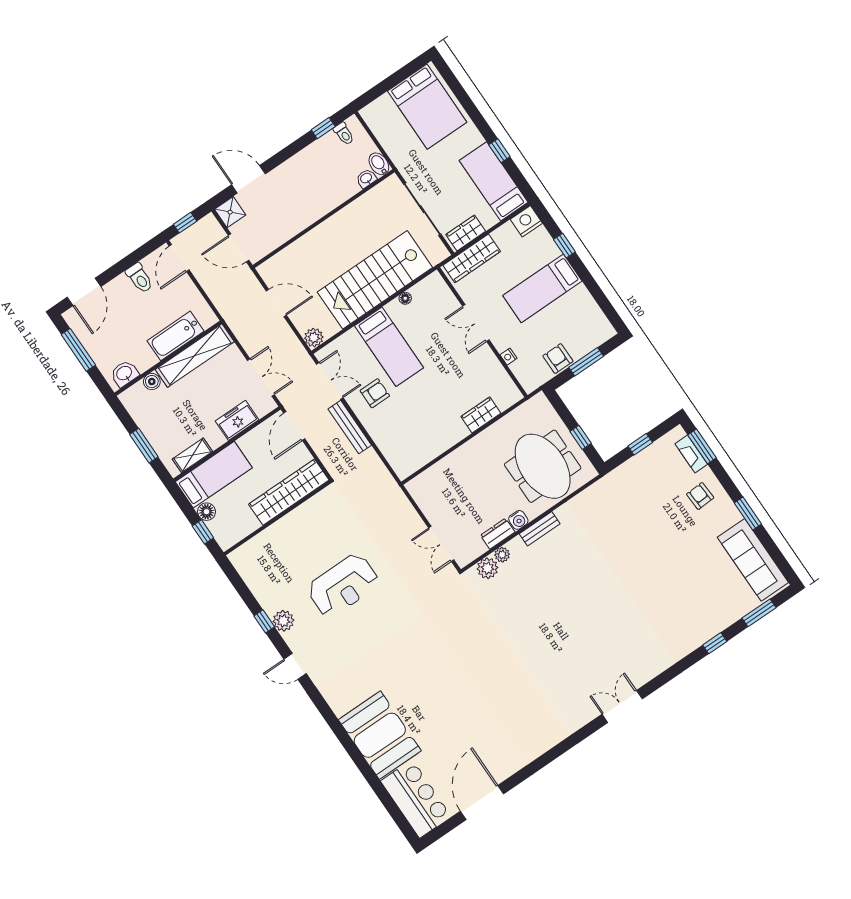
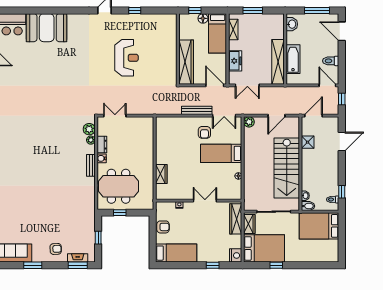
bed: (427, 107) -> (319, 226), moved
bed: (494, 181) -> (264, 248), width x1.50
shower: (230, 212) -> (308, 142), moved
stairs: (375, 280) -> (287, 168), moved, turned 180
bed: (542, 288) -> (176, 253), moved, turned 90
window: (586, 362) -> (153, 239), removed
boiler: (152, 382) -> (280, 34), removed
reception desk: (343, 585) -> (127, 58), turned 180
plant: (283, 621) -> (129, 19), removed

